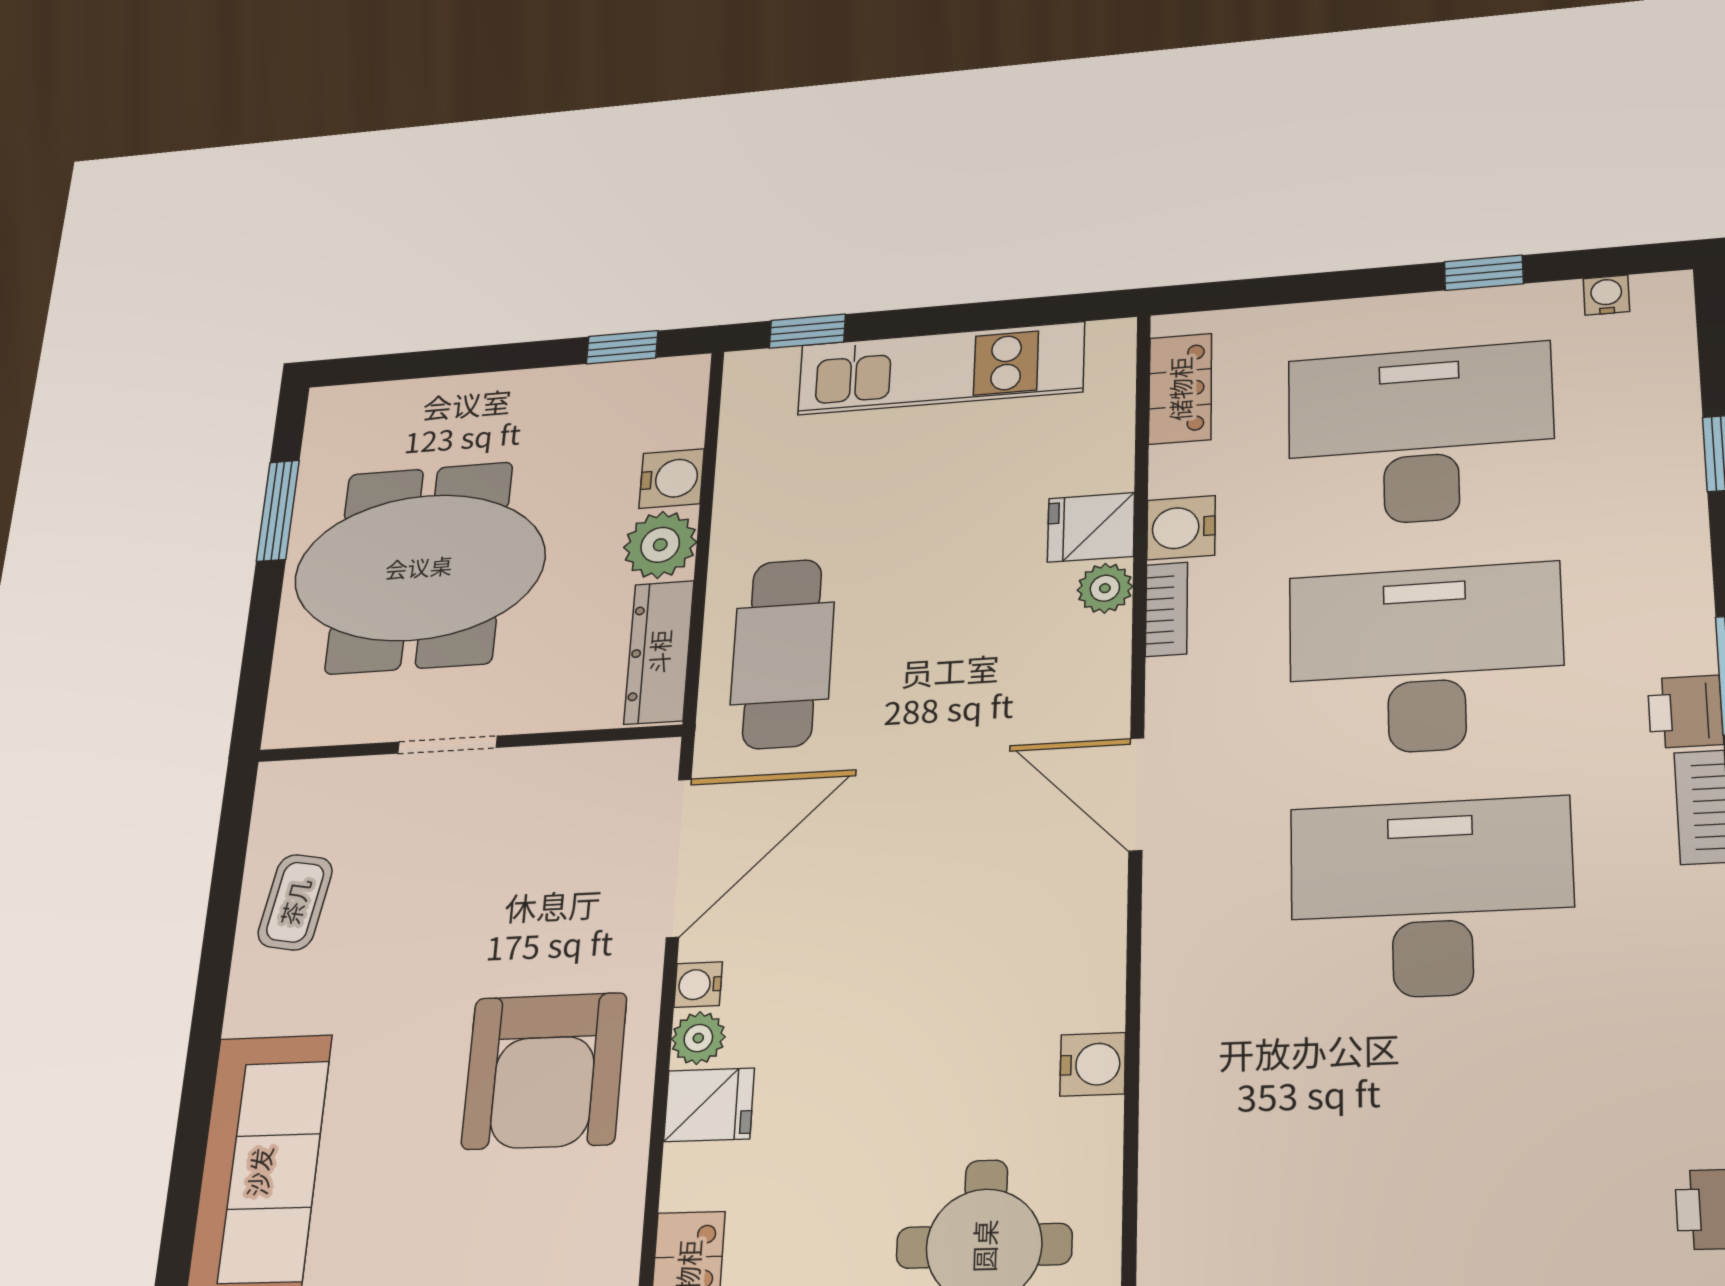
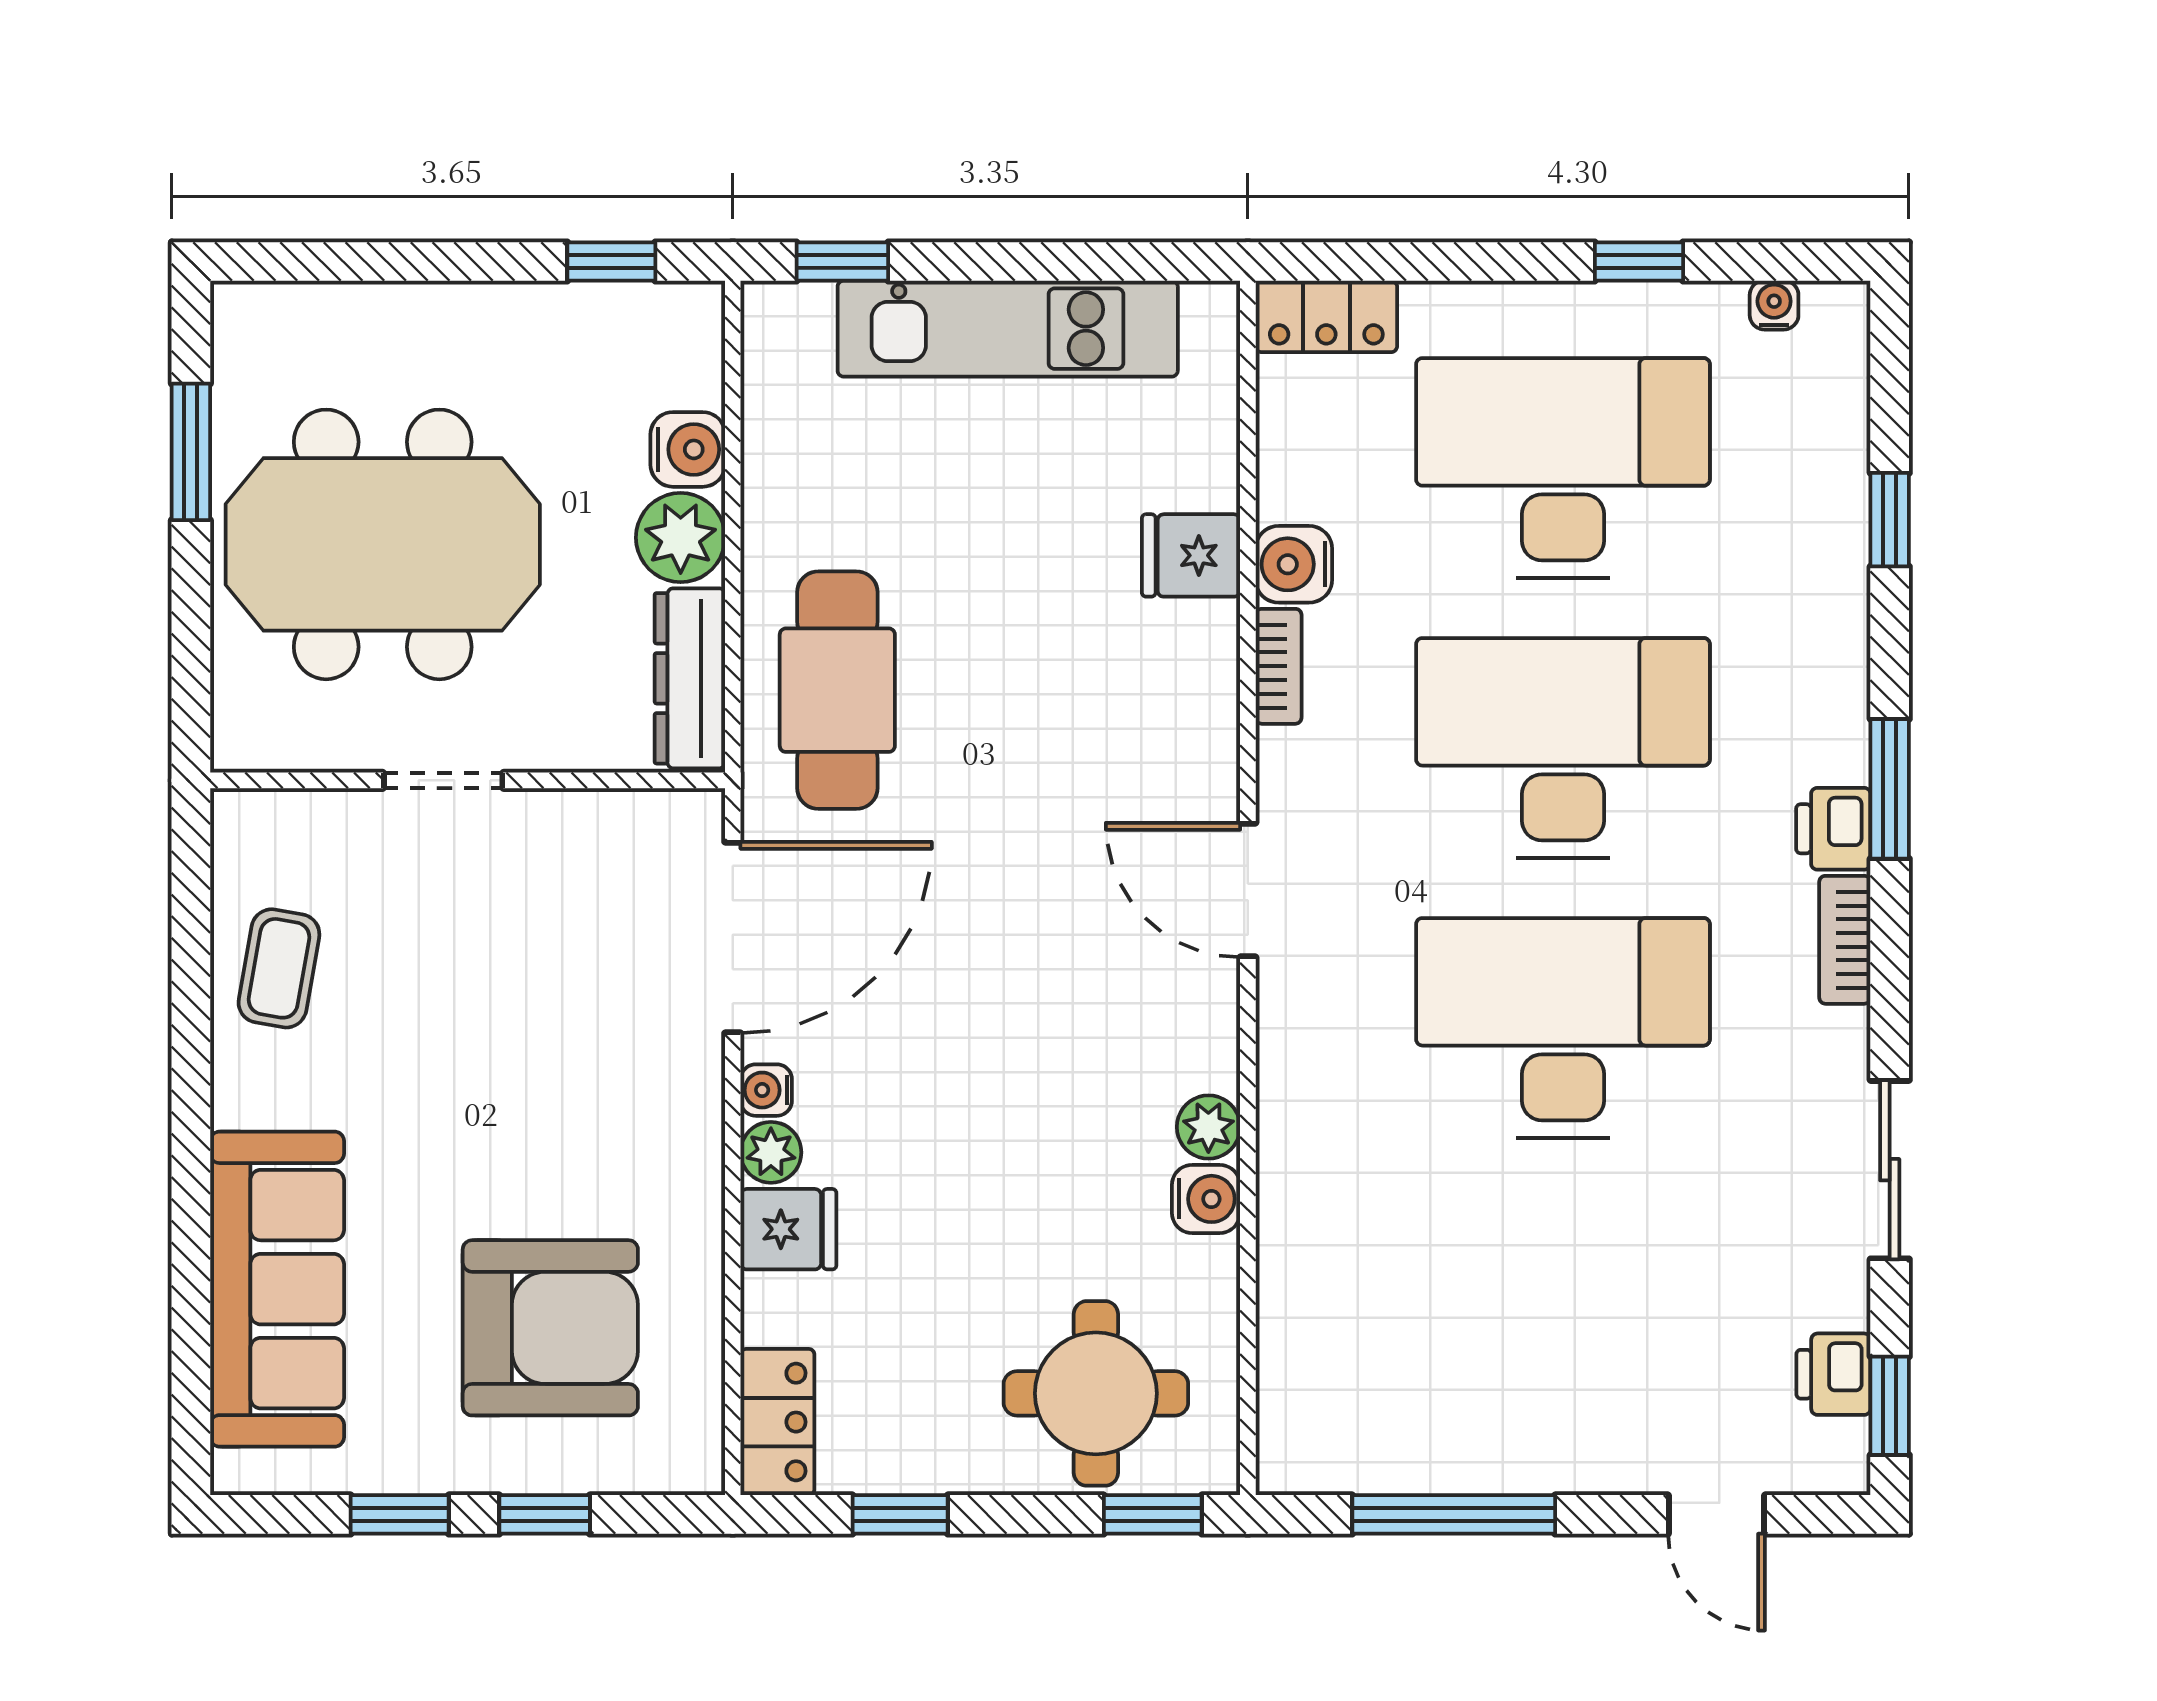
locker: (1180, 389) -> (1326, 316), moved, turned 90
plant: (1105, 588) -> (1208, 1127), moved
armchair: (544, 1071) -> (550, 1328), moved, turned -90

